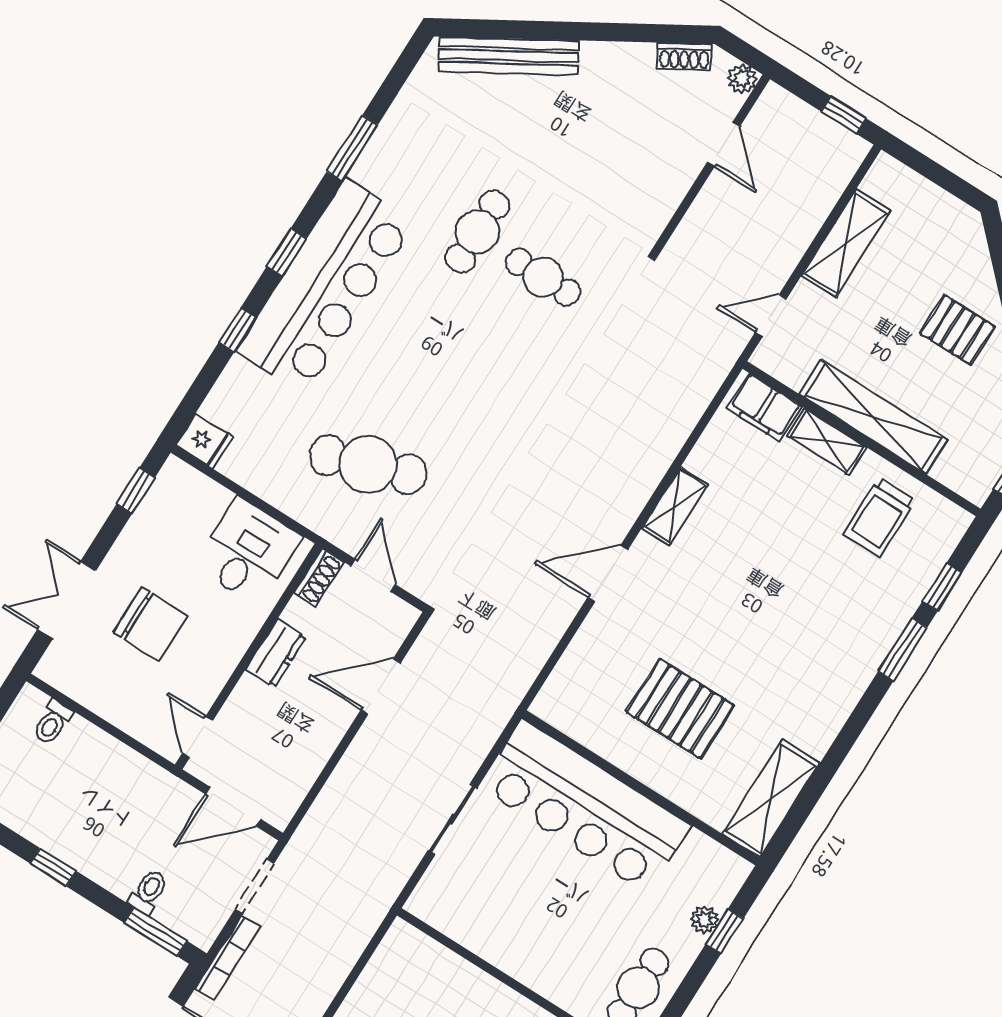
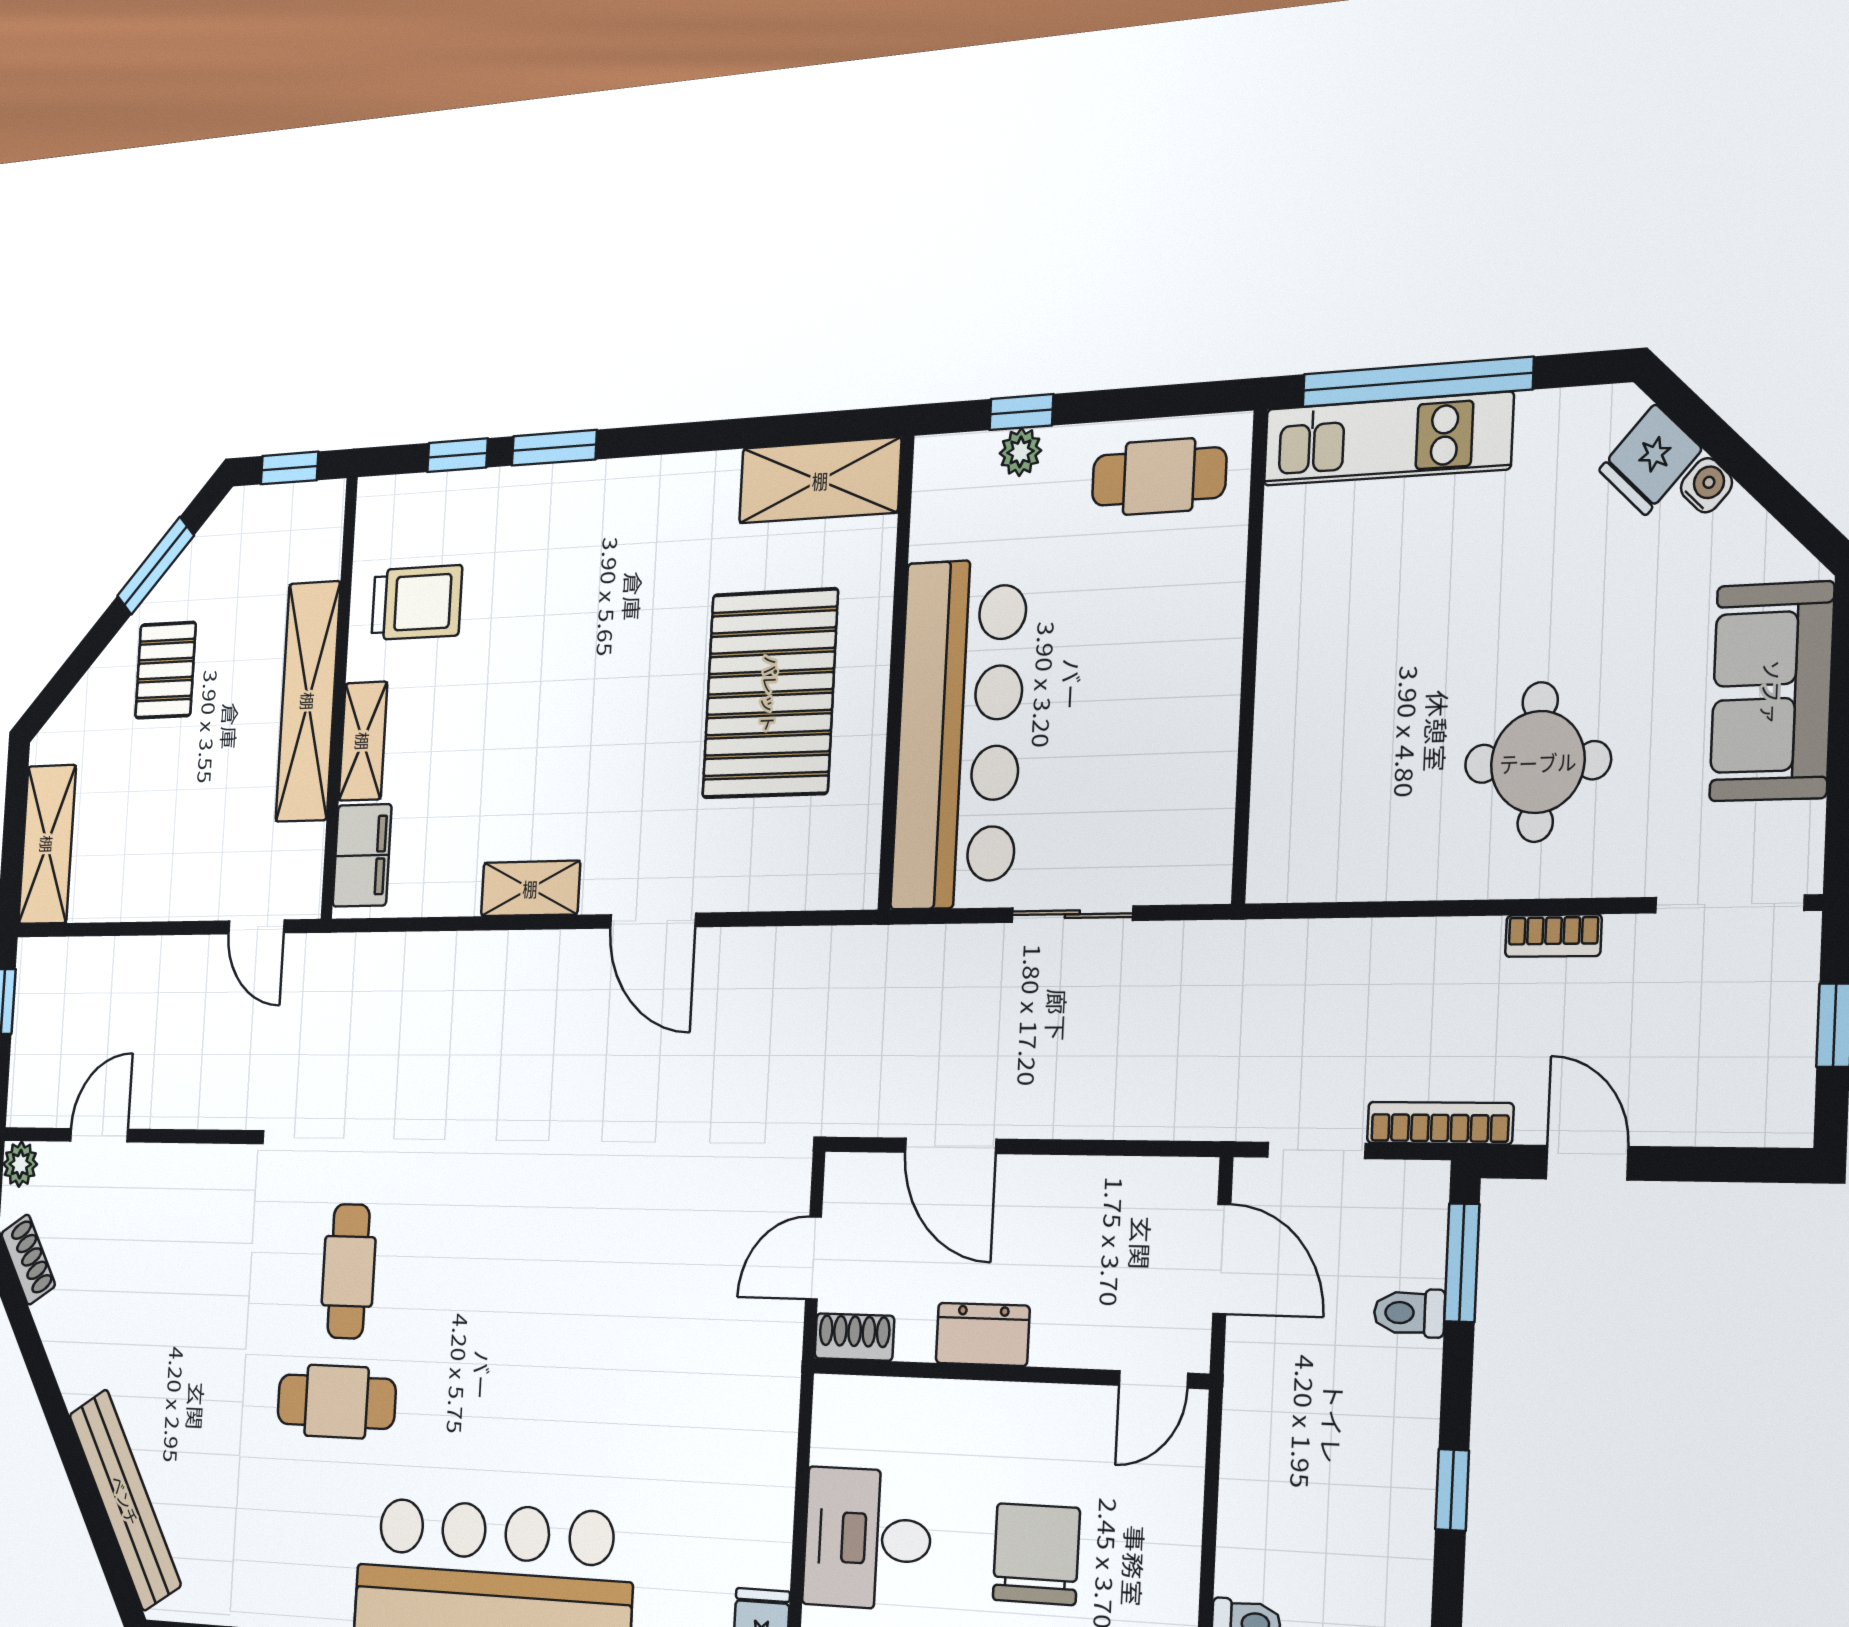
shelving: (846, 243) -> (47, 844), moved, turned 90
cafe table: (368, 465) -> (679, 1363), removed
desk: (248, 552) -> (867, 1539), moved
pallet: (680, 709) -> (770, 694), width x1.37, depth x1.41

